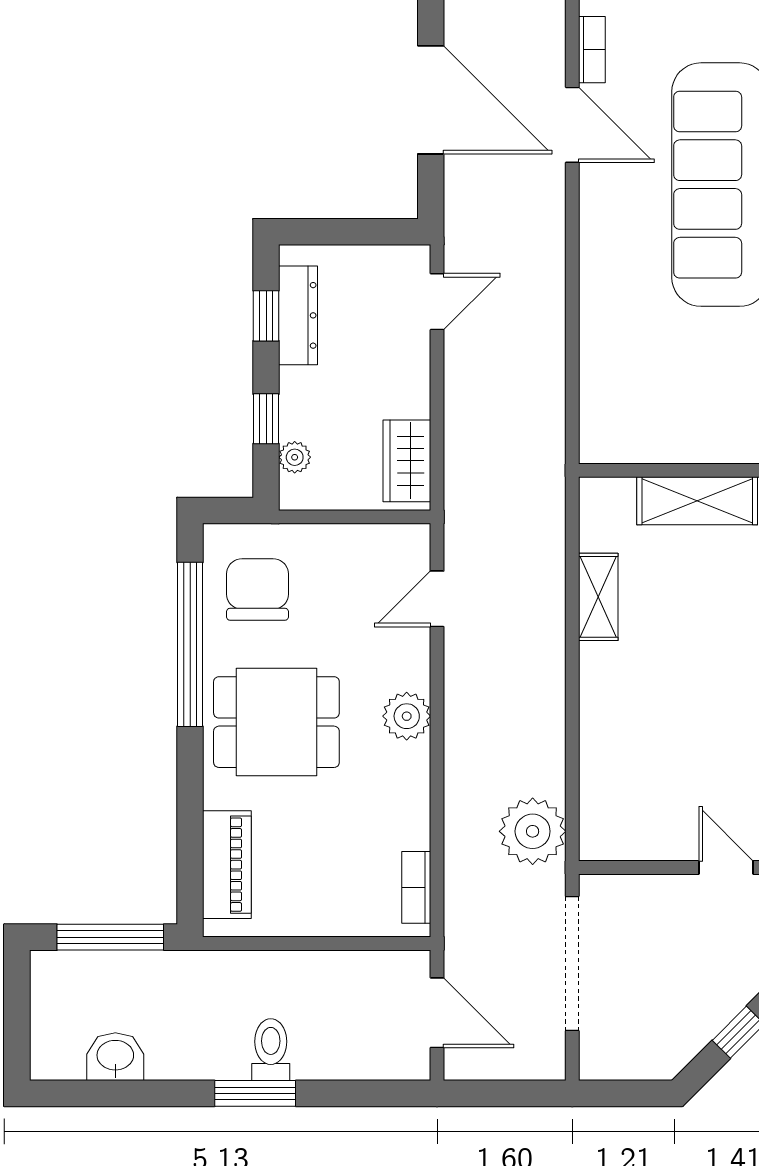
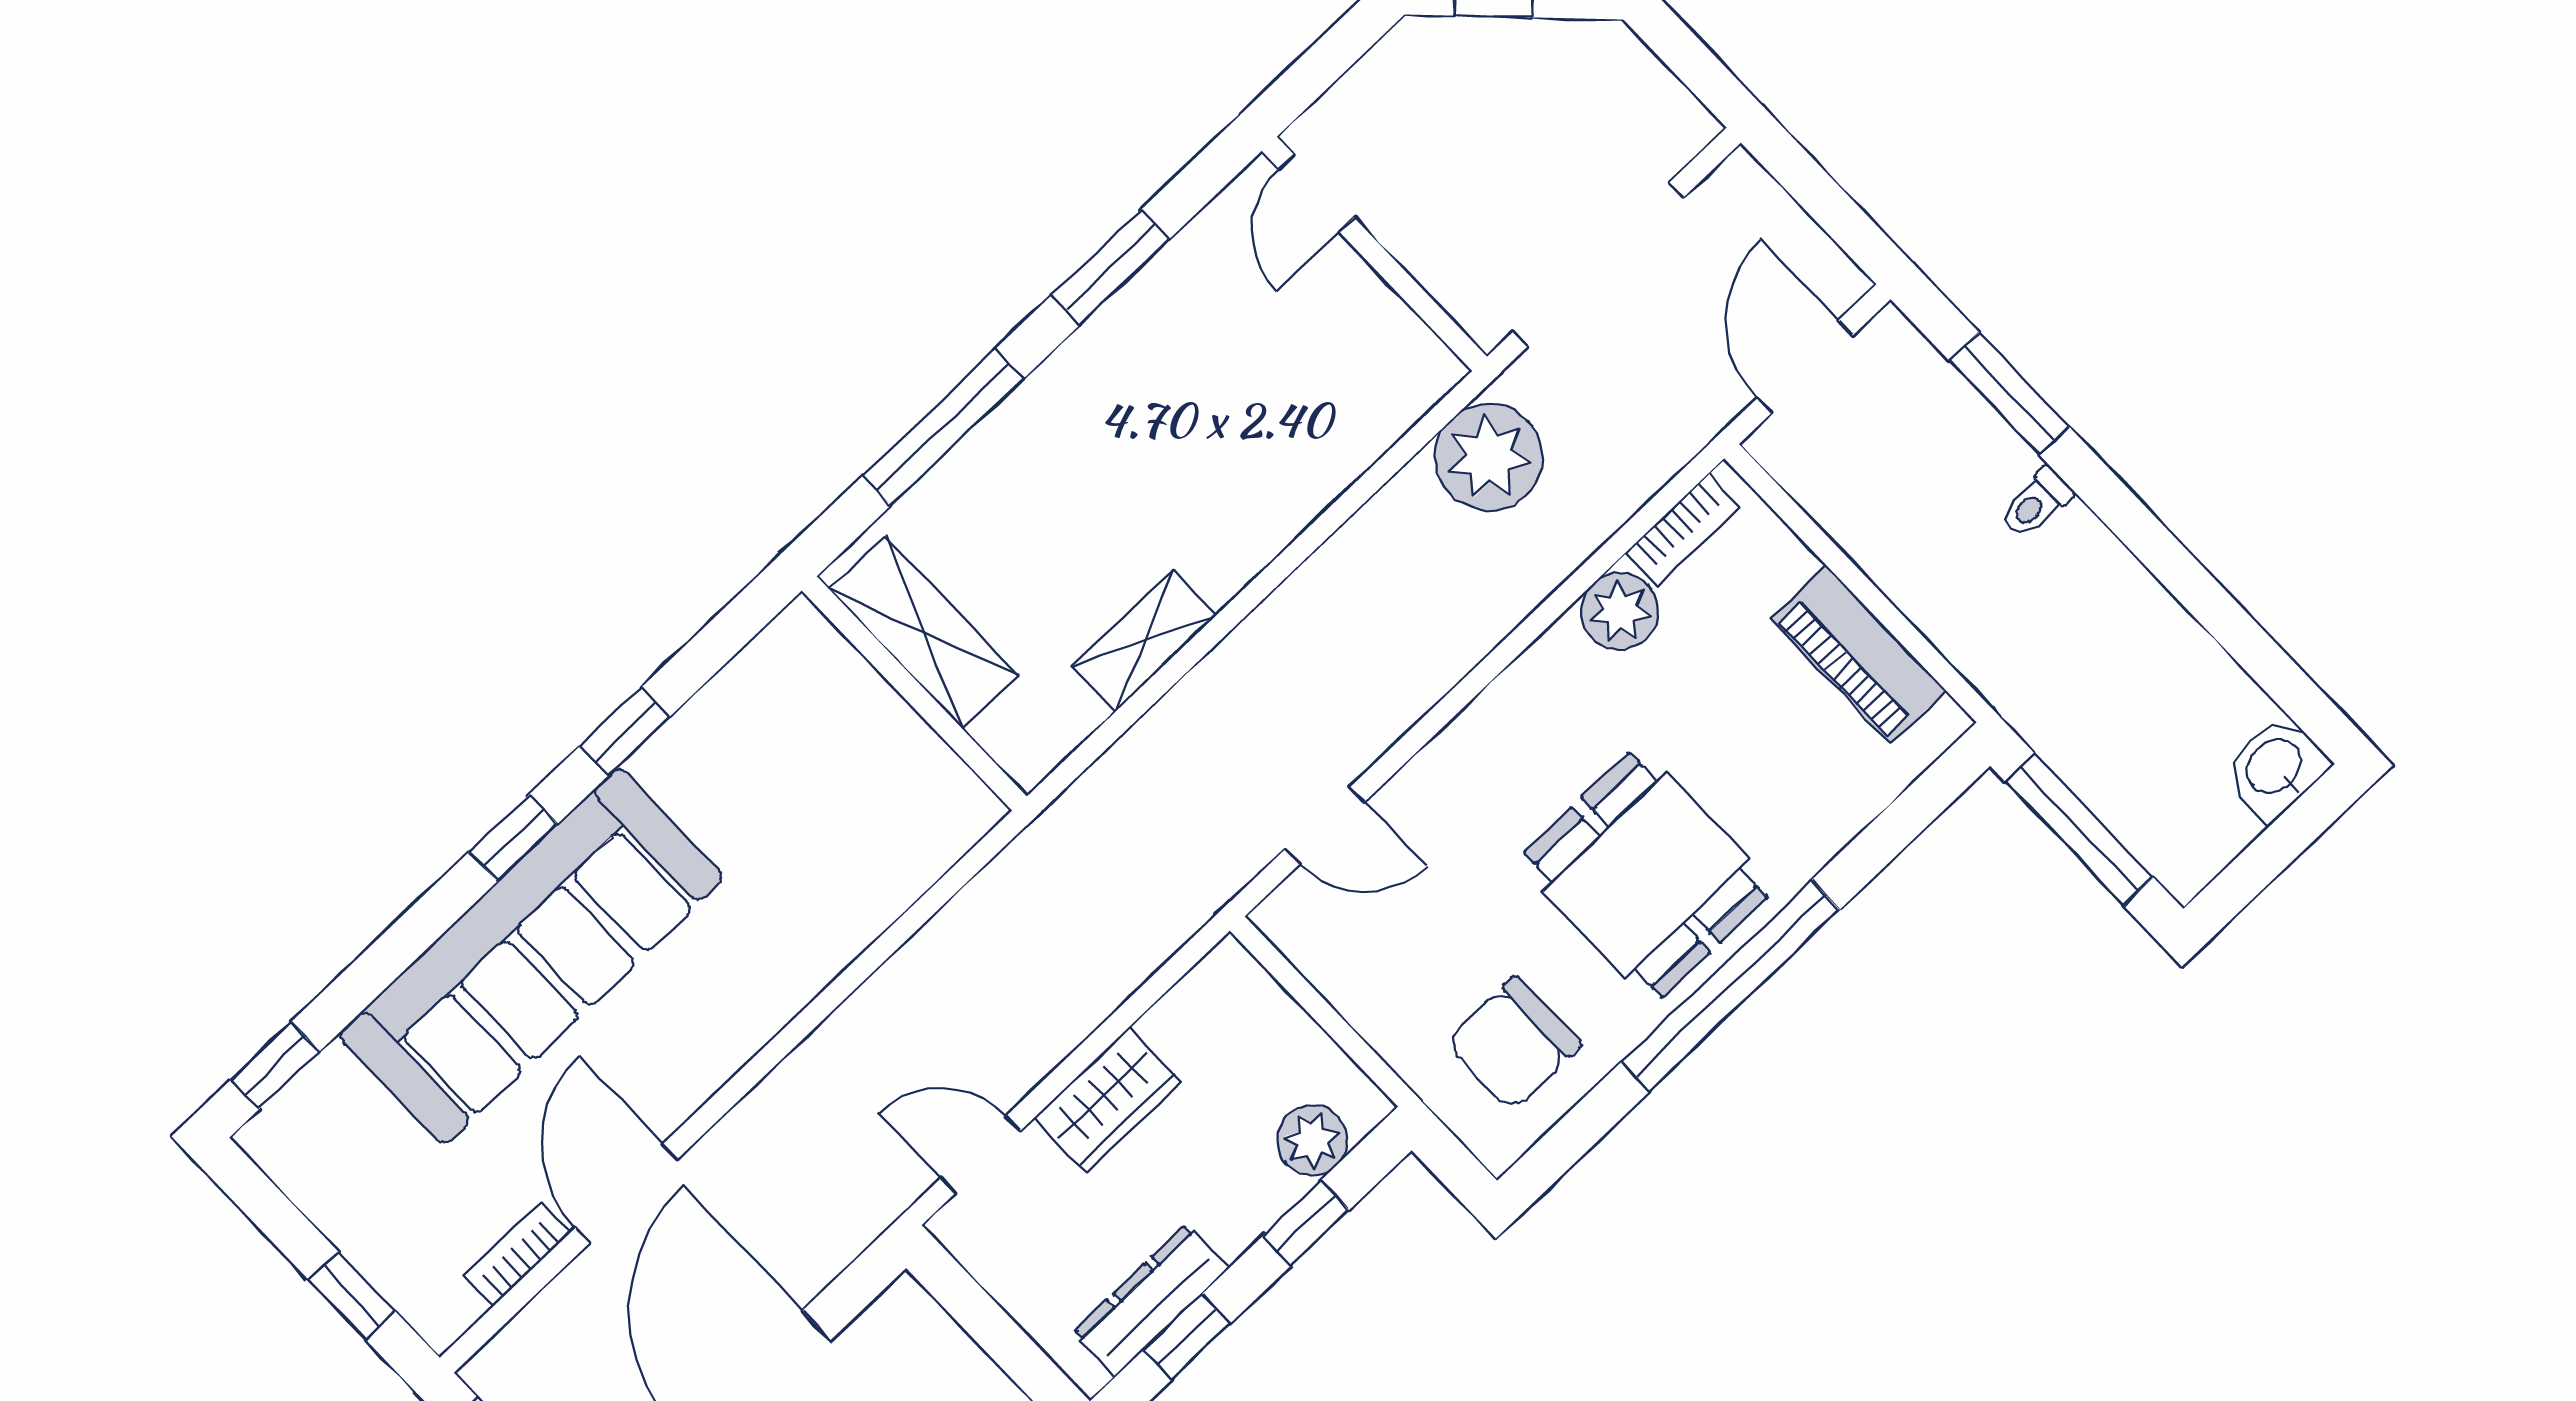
plant: (295, 457) -> (1312, 1140), width x1.38, depth x1.38
wardrobe: (407, 461) -> (1107, 1100), moved
window: (190, 644) -> (1731, 986), moved
plant: (407, 716) -> (1620, 611), moved
piano: (227, 865) -> (1858, 654), moved, turned -90
toilet: (271, 1050) -> (2036, 503), width x0.73, depth x0.72
washbasin: (115, 1057) -> (2275, 768), moved, turned 90
window: (255, 1093) -> (2009, 393), moved

